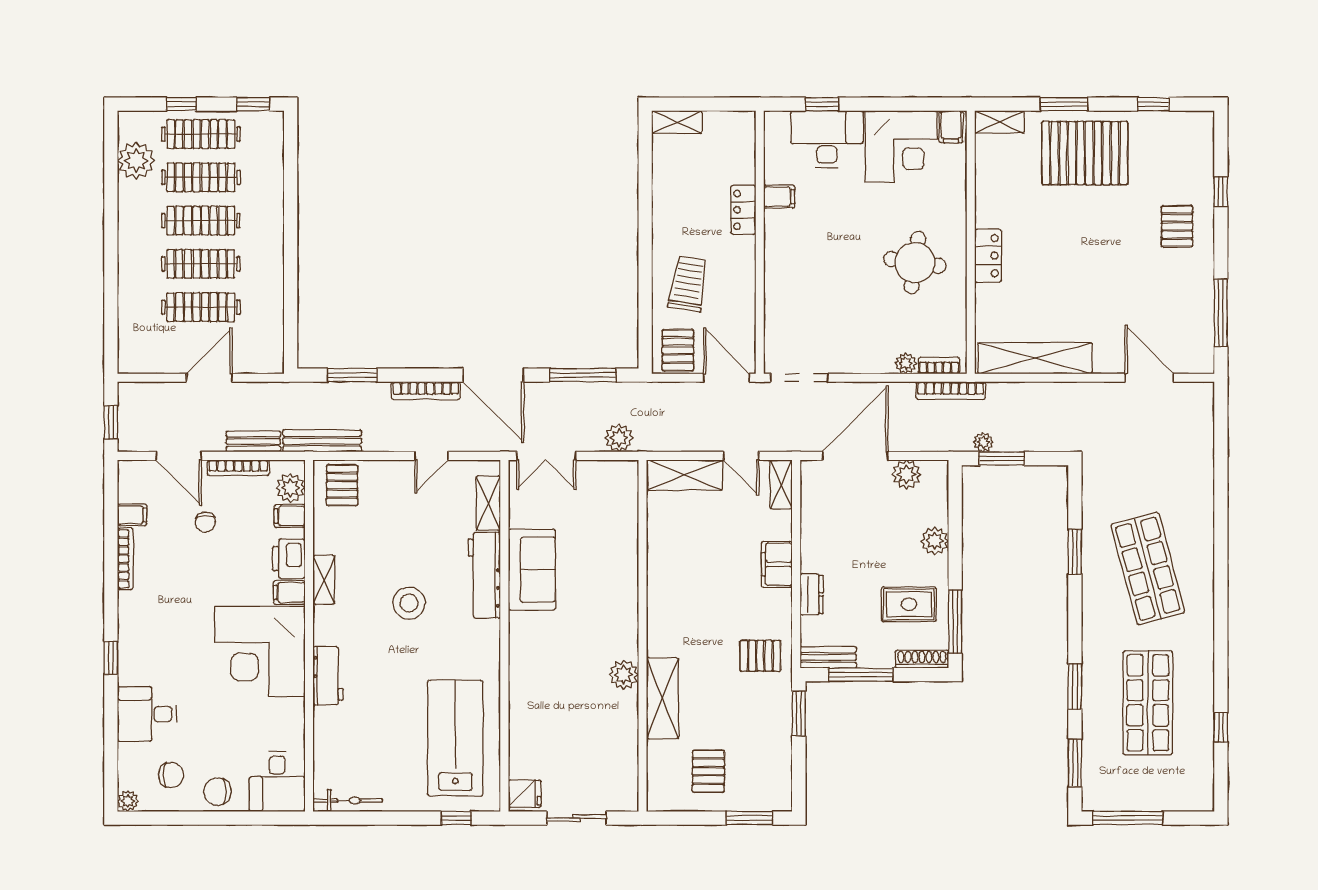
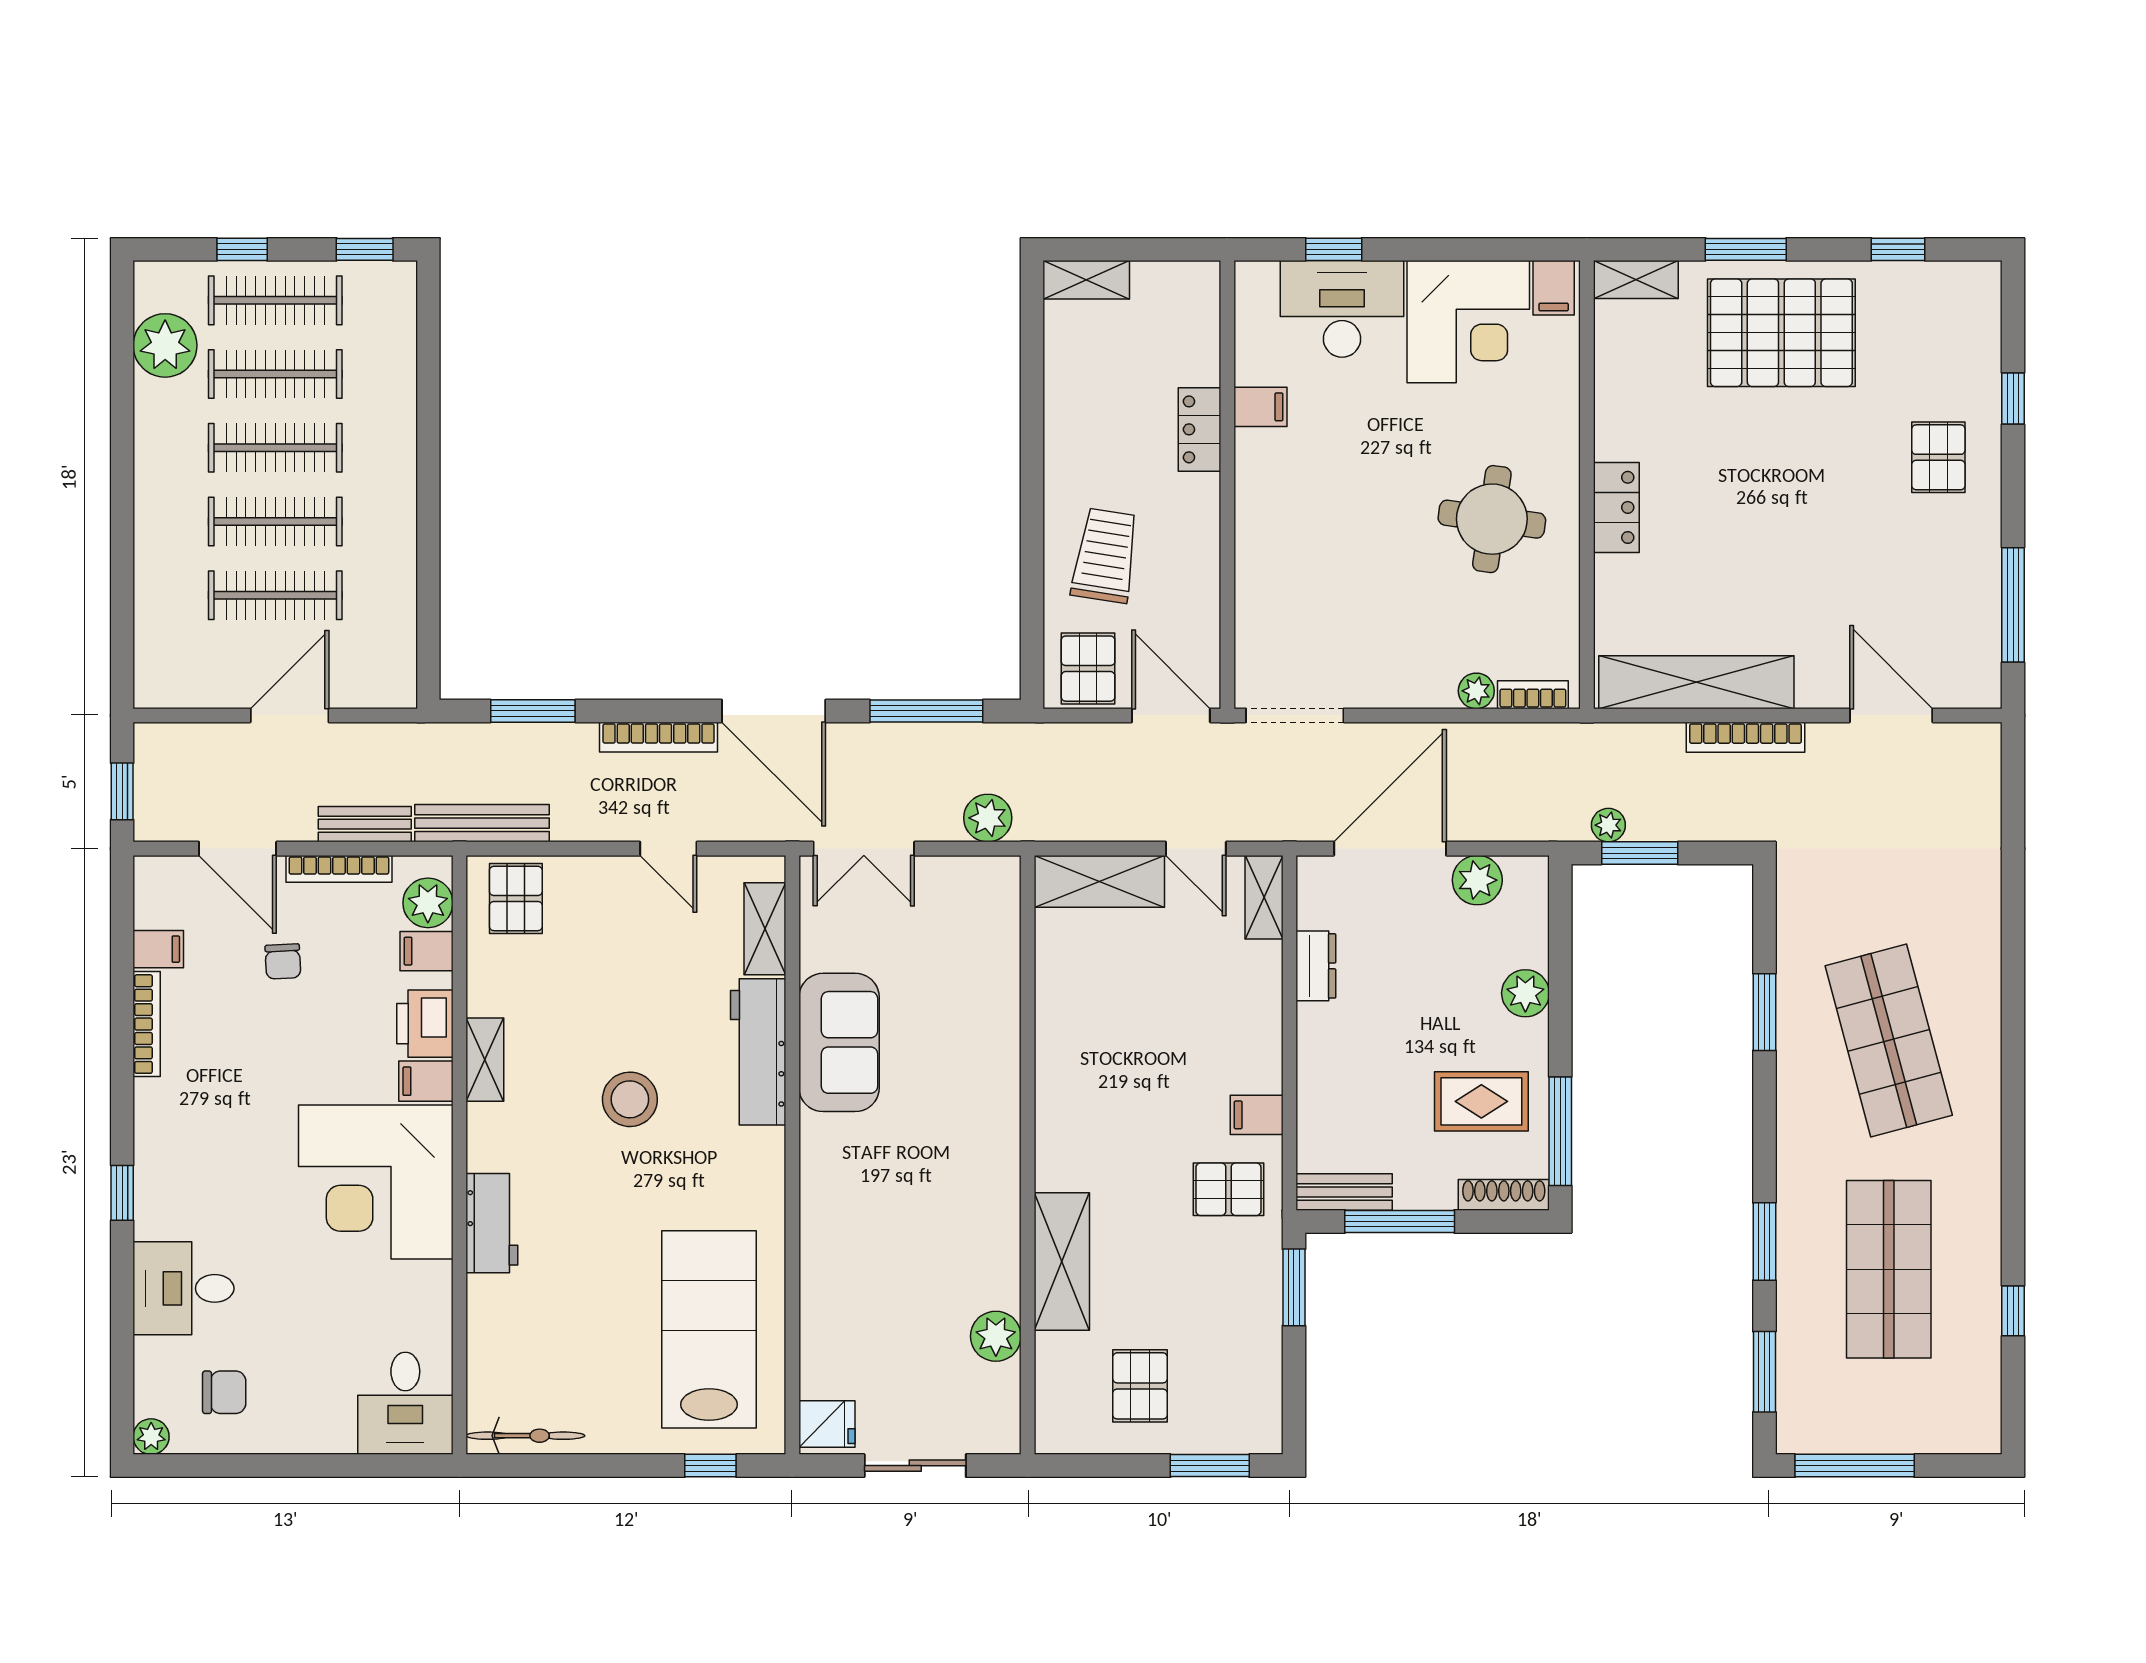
bookcase: (951, 391) -> (1745, 737), moved
door: (432, 456) -> (668, 849), hinge flipped
filing cabinet: (777, 564) -> (1257, 1115), moved, width x0.50
dresser: (812, 594) -> (1316, 966), moved
plant: (624, 675) -> (996, 1336), moved
chair: (217, 792) -> (303, 1421), removed

